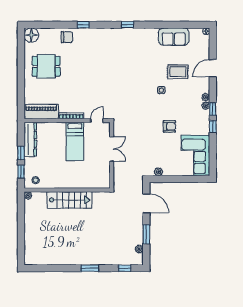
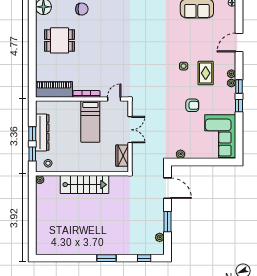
rug: (178, 72) -> (206, 73), moved, turned 90
dresser: (30, 139) -> (42, 133), moved
wardrobe: (104, 173) -> (122, 156), added

